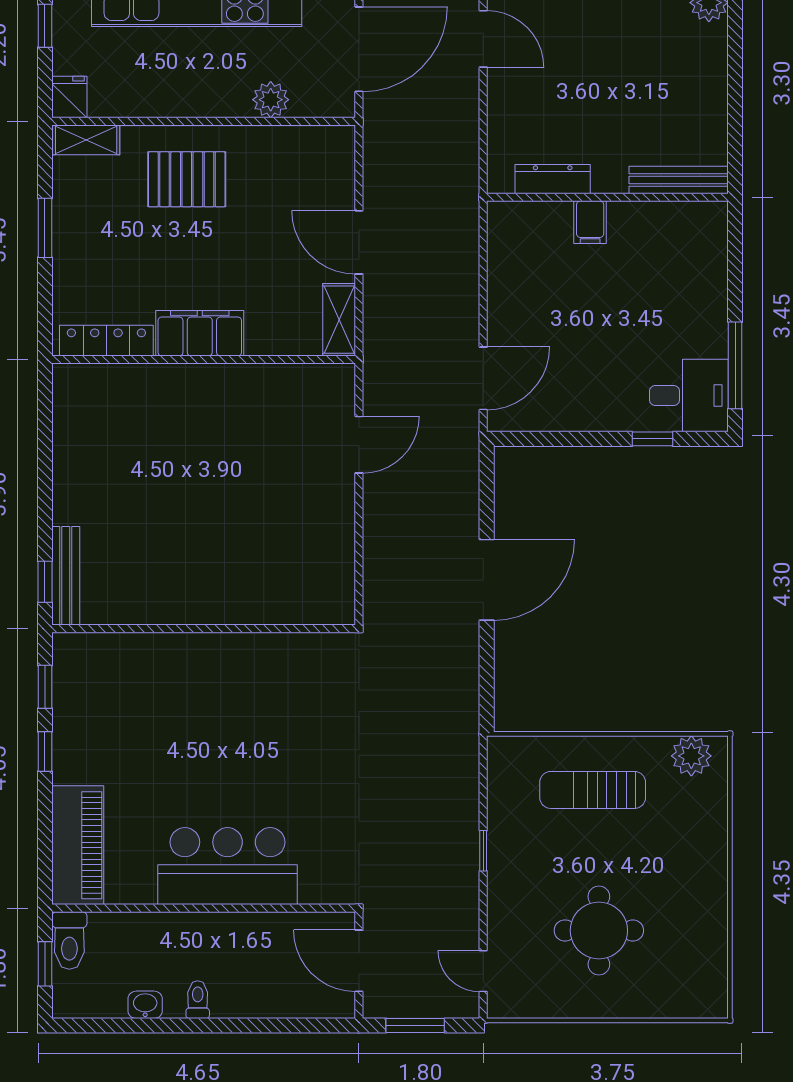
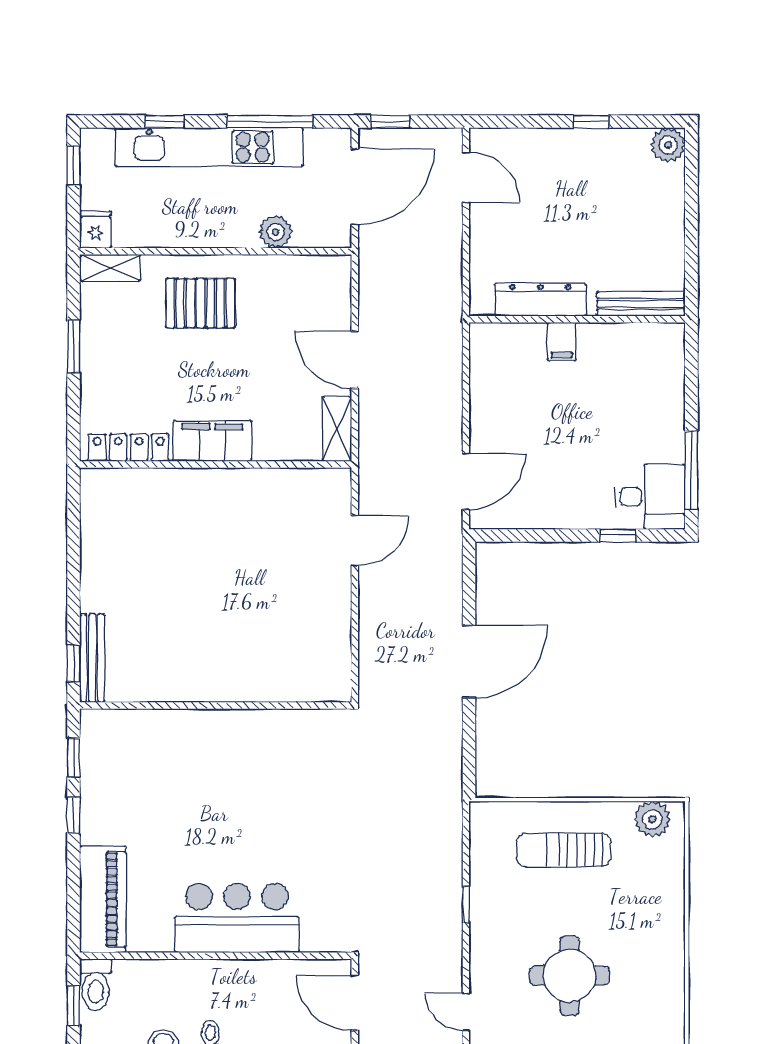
dresser: (553, 179) -> (540, 300), width x1.37, depth x1.24

